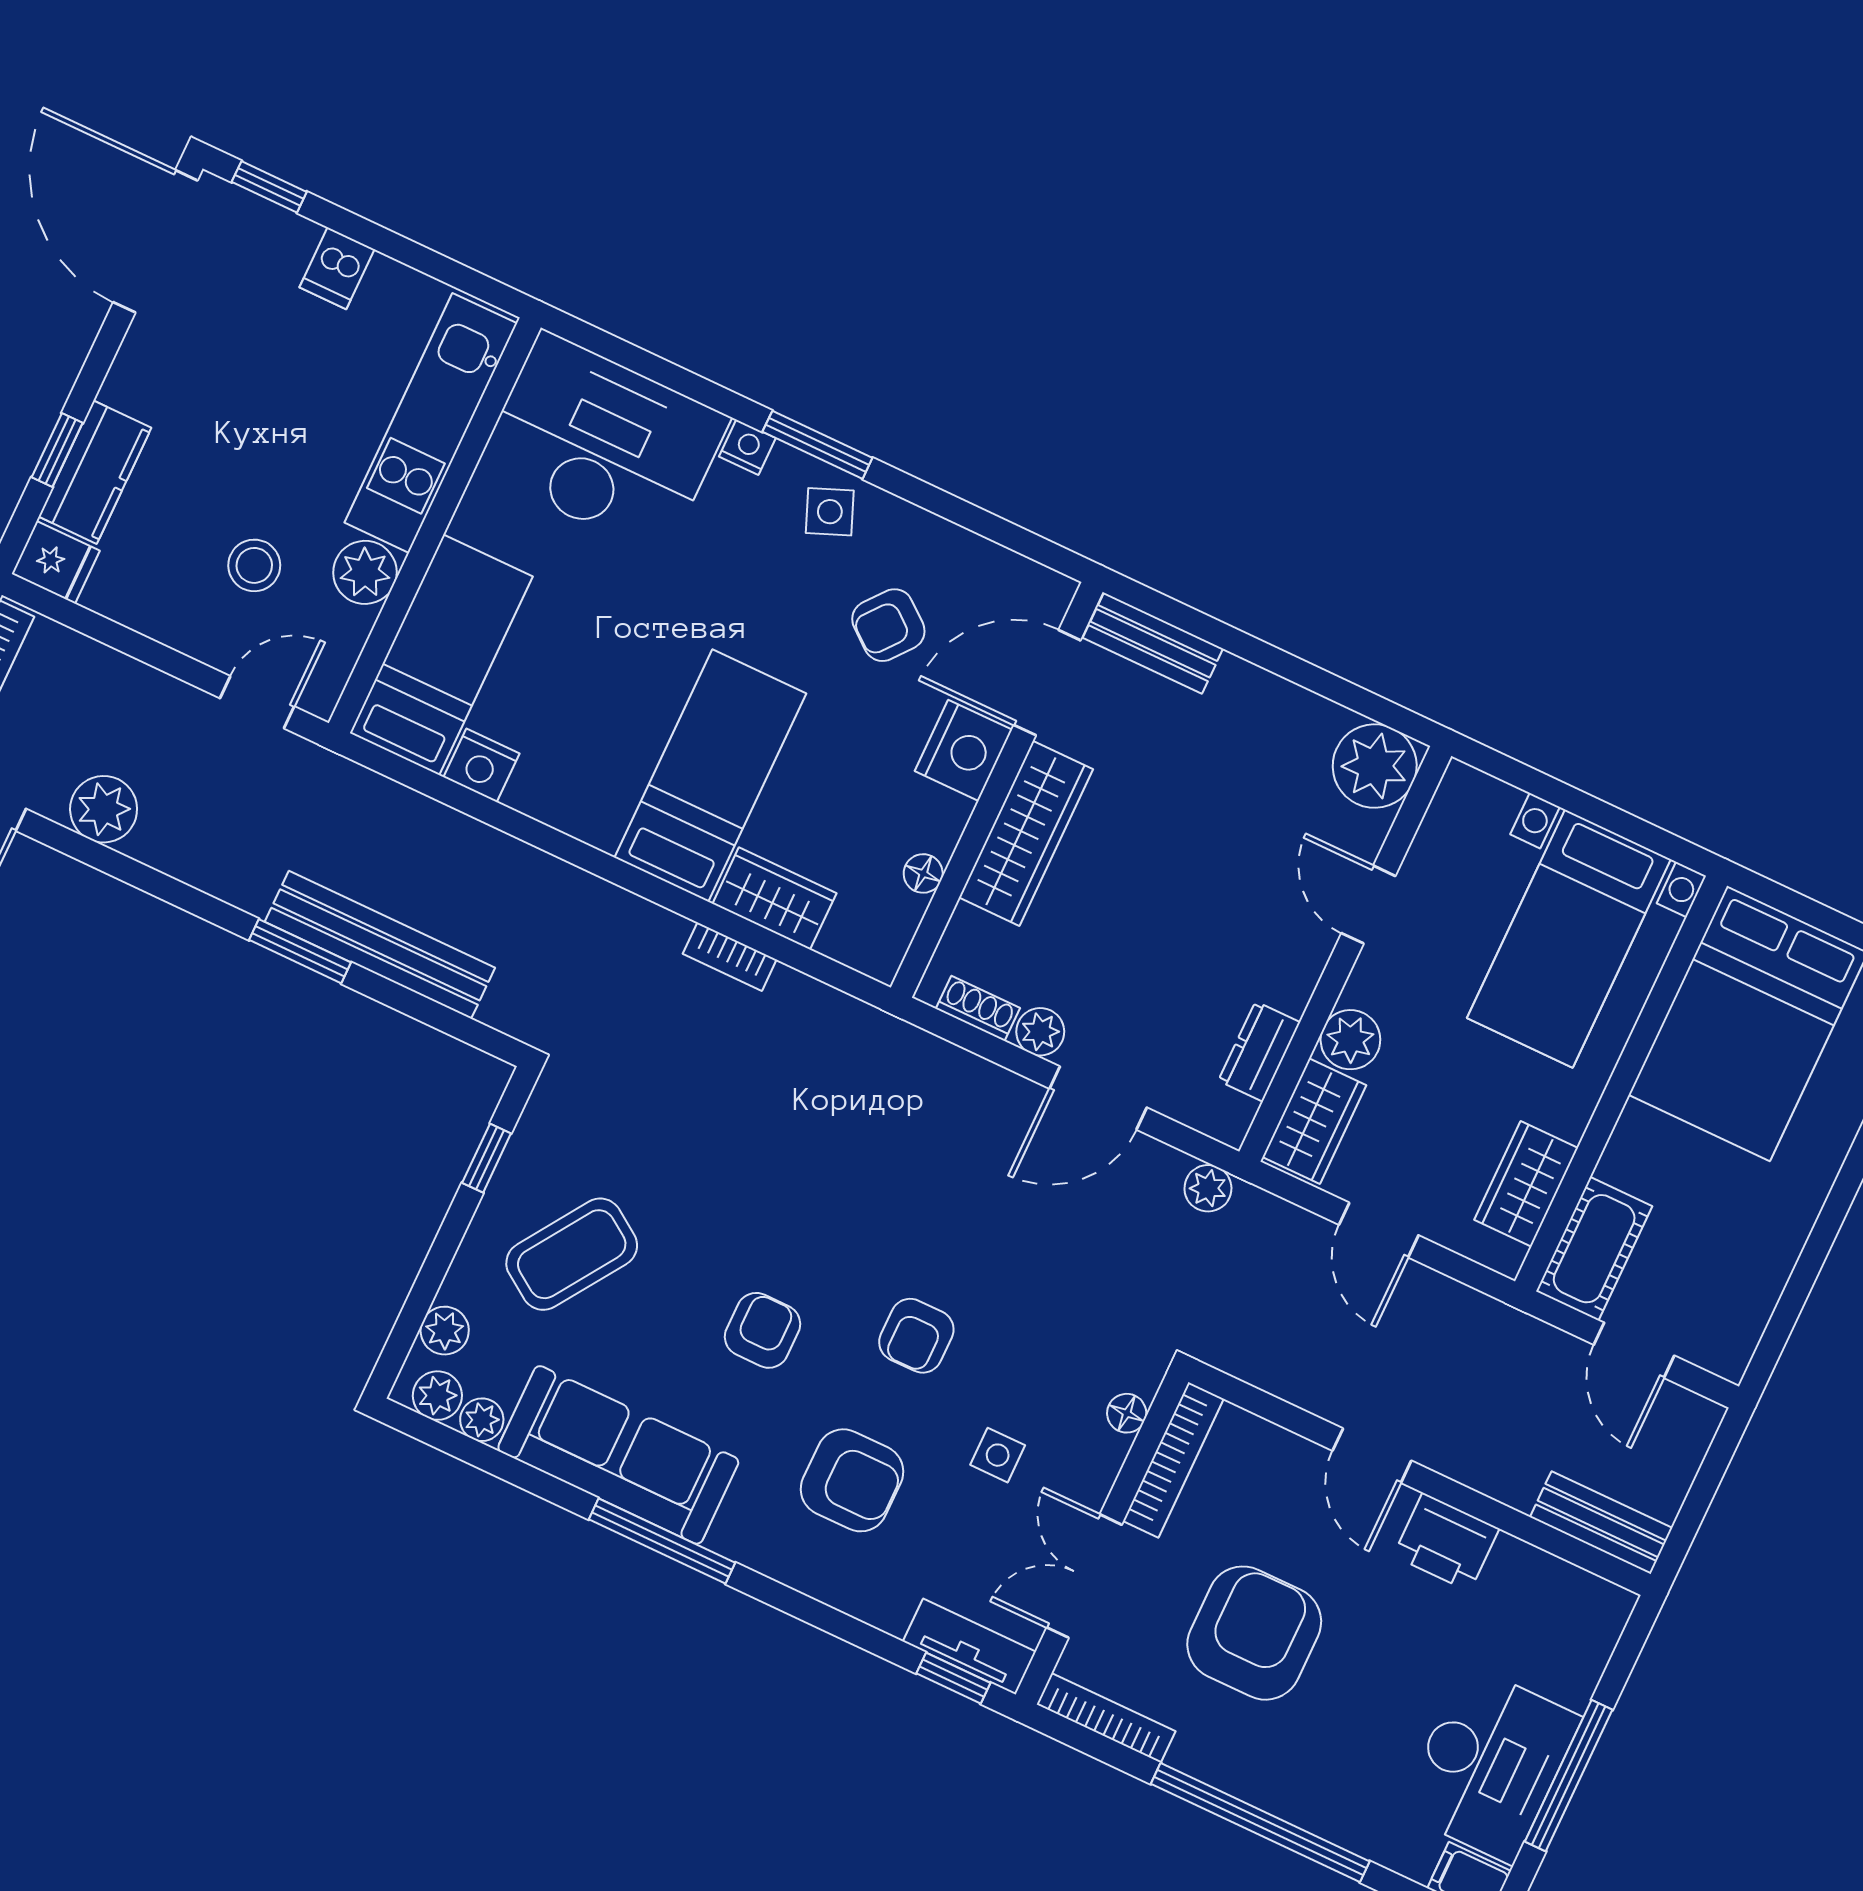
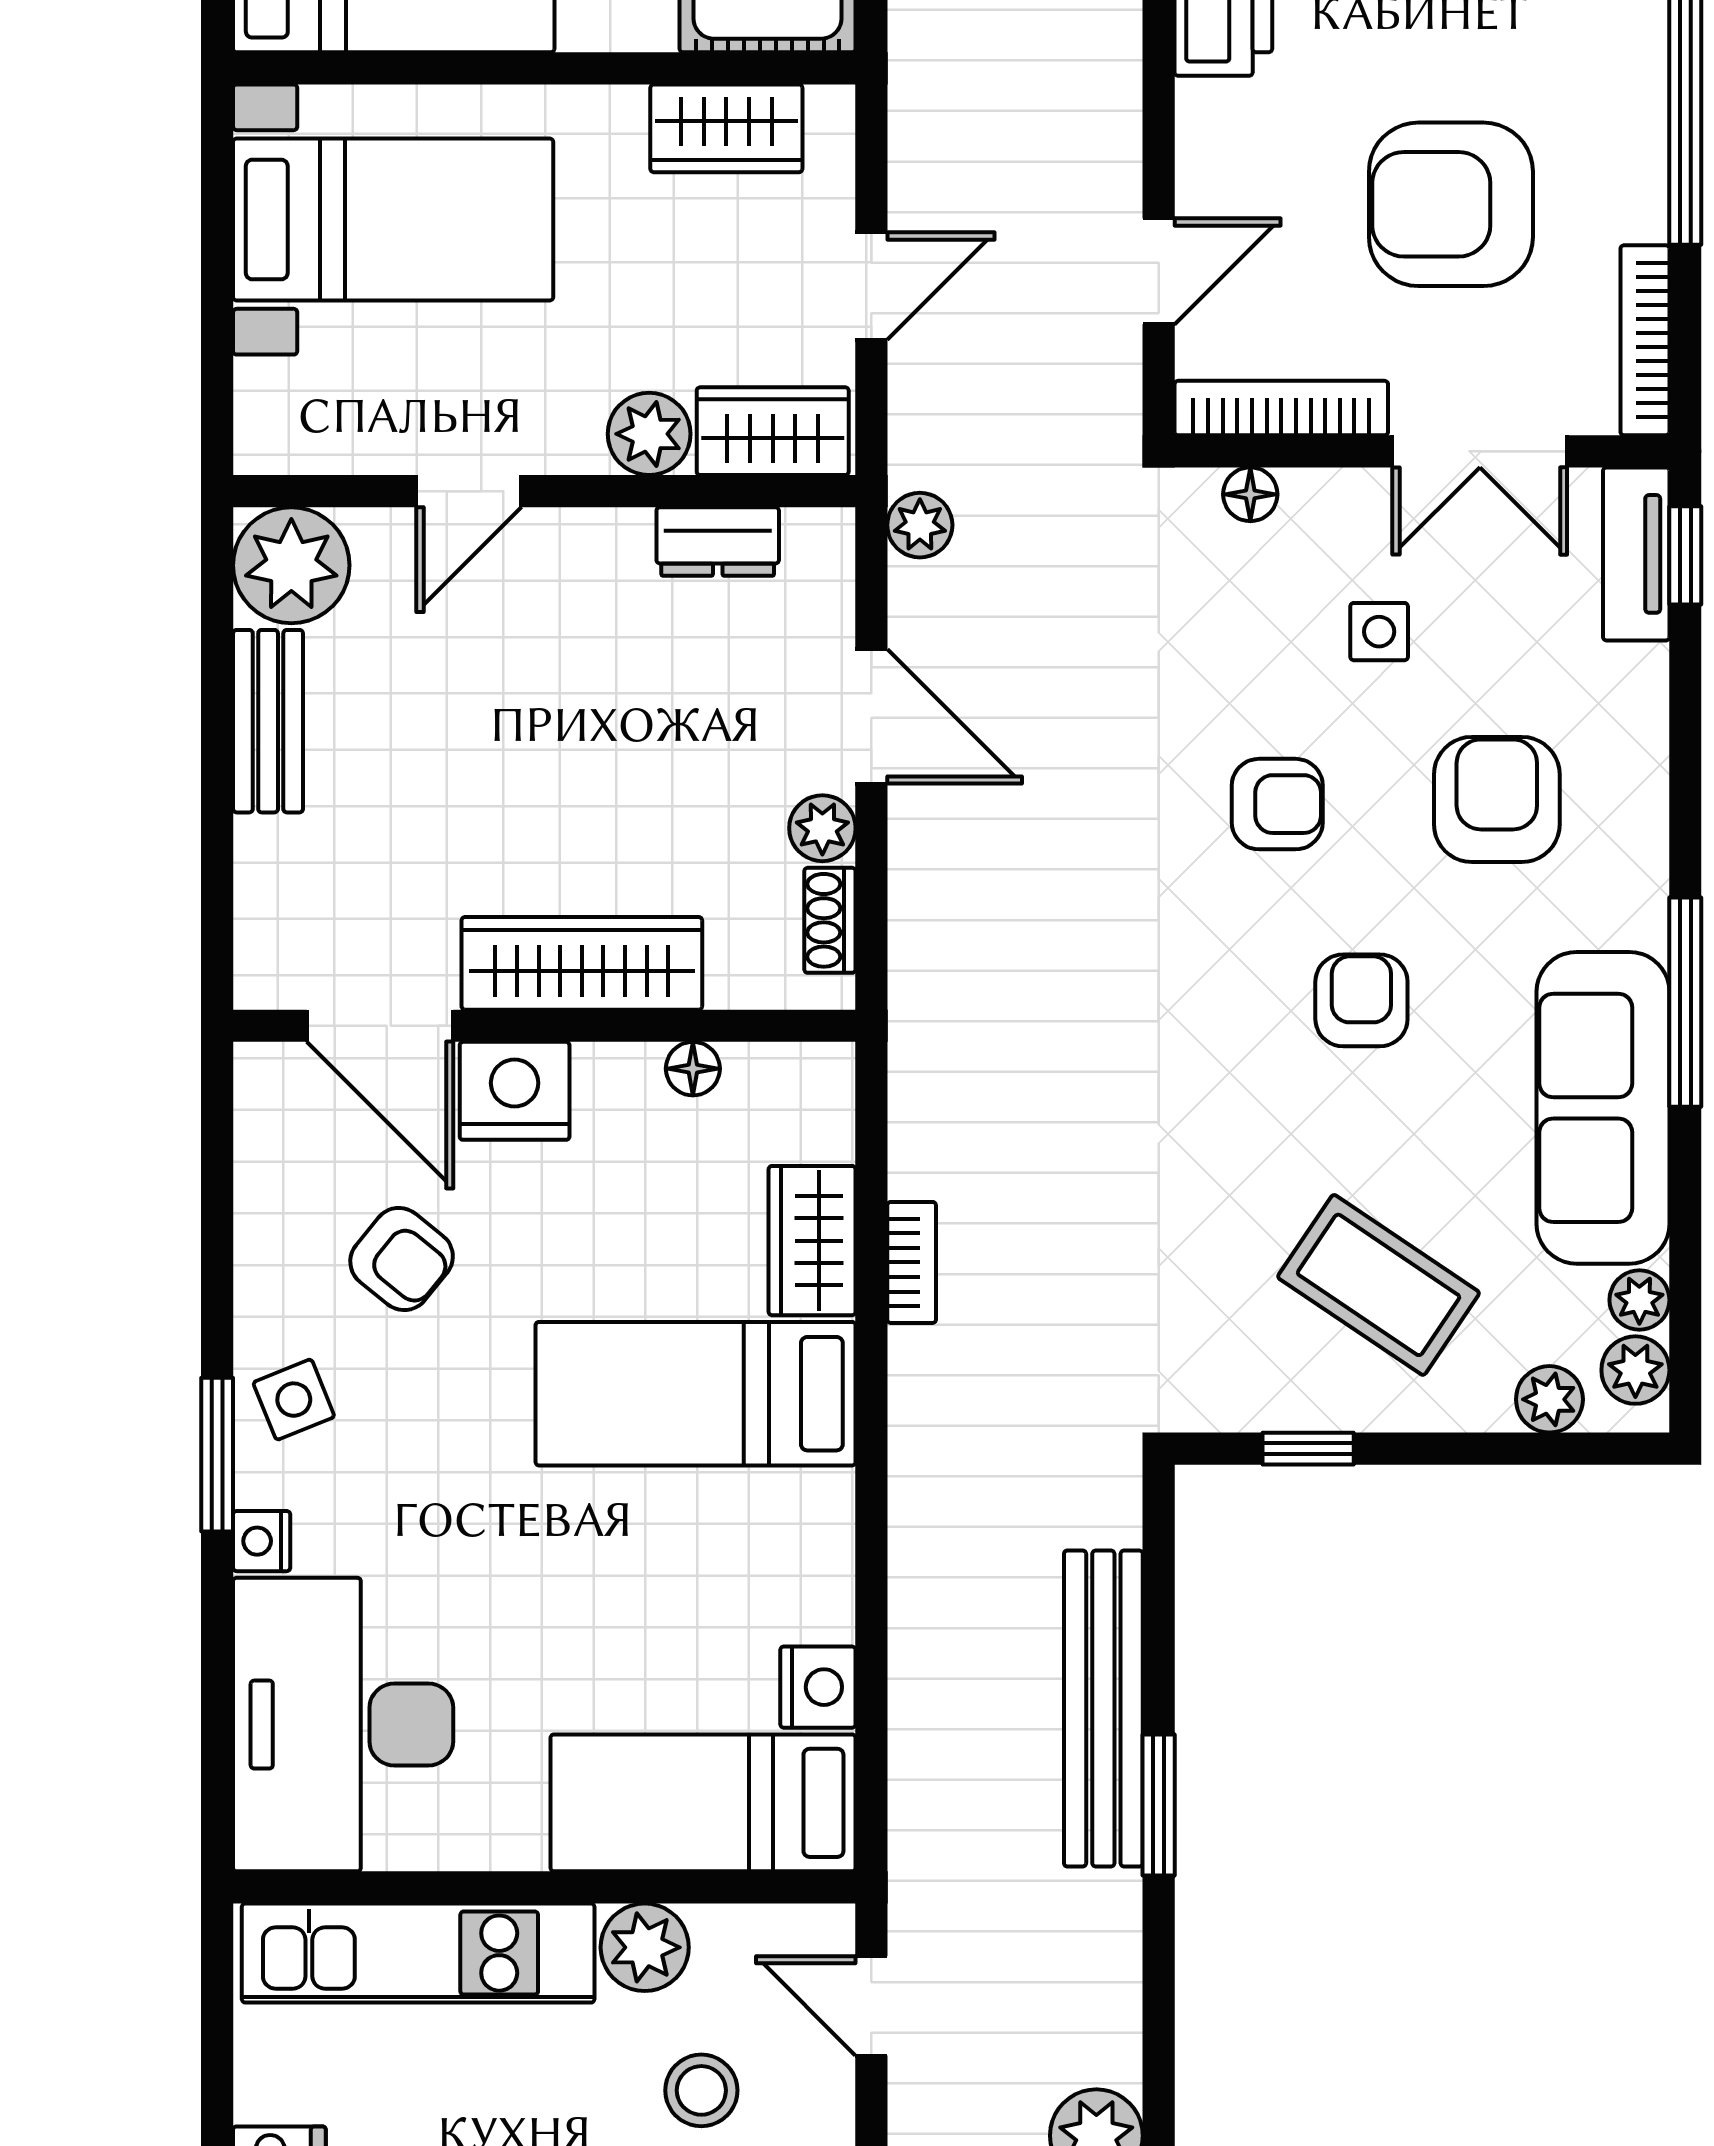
bench: (1153, 643) -> (268, 721), moved
armchair: (763, 1330) -> (1361, 1000), turned 90
door: (1372, 1456) -> (1159, 271), moved

